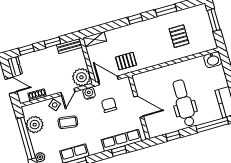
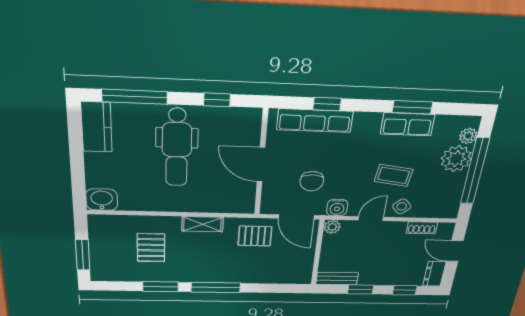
window: (135, 19) -> (216, 287), width x2.17
shelving: (95, 39) -> (203, 224), moved
plant: (81, 77) -> (332, 227), width x0.53, depth x0.53
plant: (35, 125) -> (456, 159), moved

